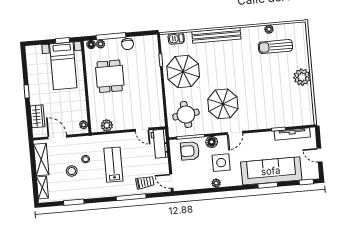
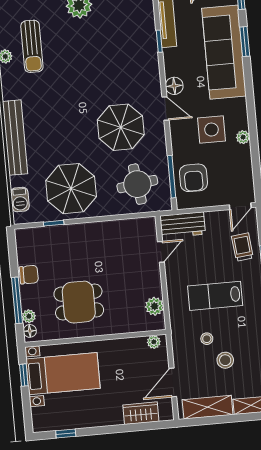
window: (27, 91) -> (66, 433), moved
floor lamp: (212, 142) -> (174, 86), moved
window: (268, 185) -> (245, 42), moved

